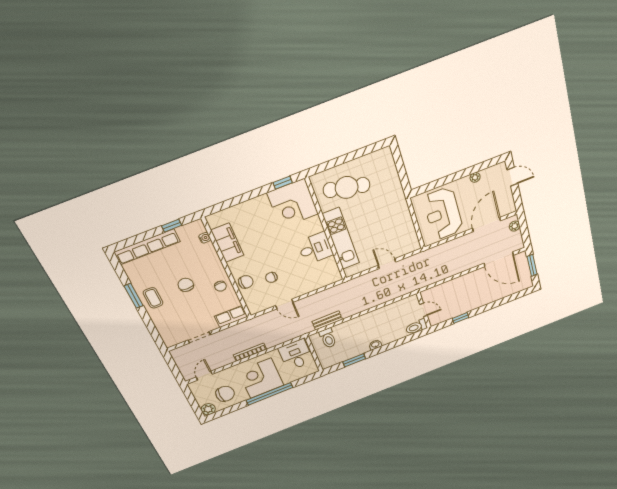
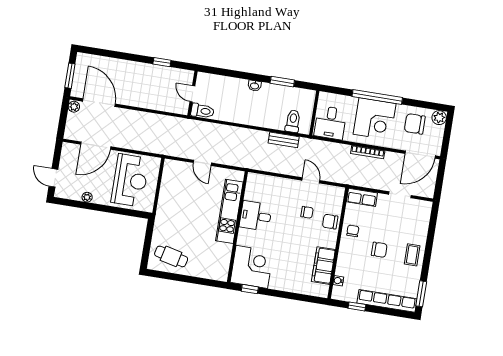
cafe table: (347, 187) -> (171, 256), moved, width x0.73, depth x0.74
plant: (515, 226) -> (74, 107), moved
chair: (186, 285) -> (379, 250), turned -90
window: (134, 296) -> (421, 294), moved
toilet: (416, 327) -> (202, 111), moved
door: (204, 376) -> (420, 155), width x1.87

